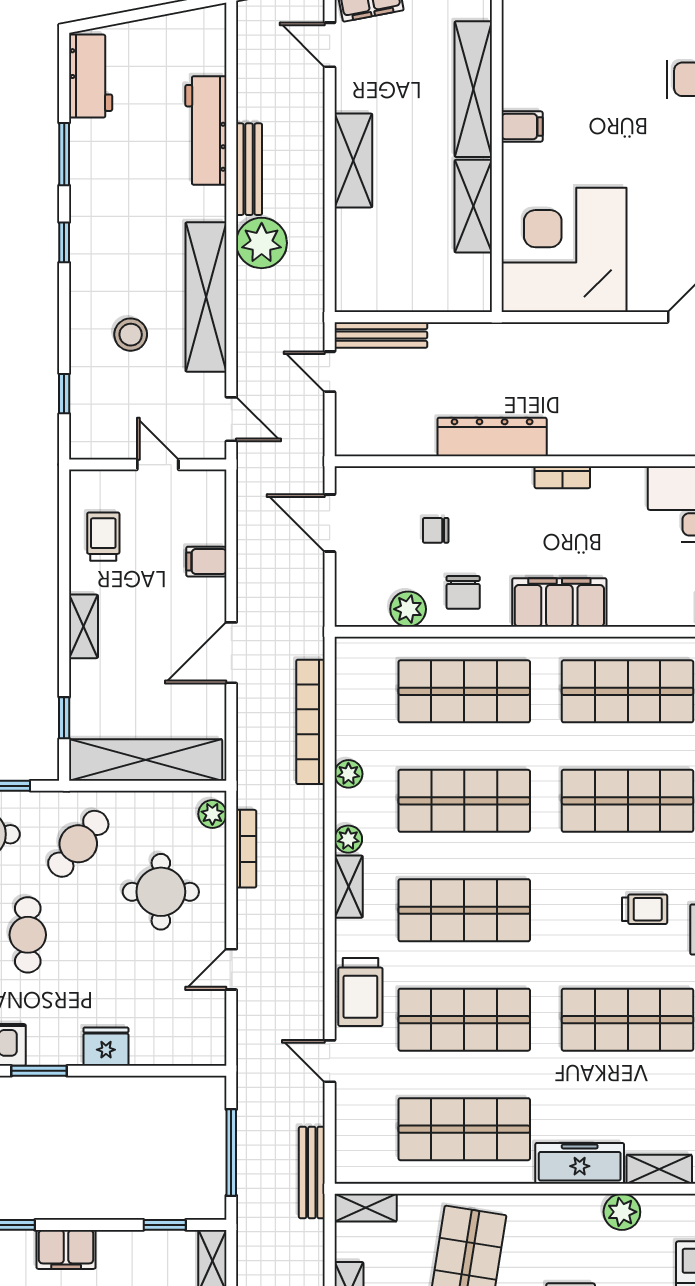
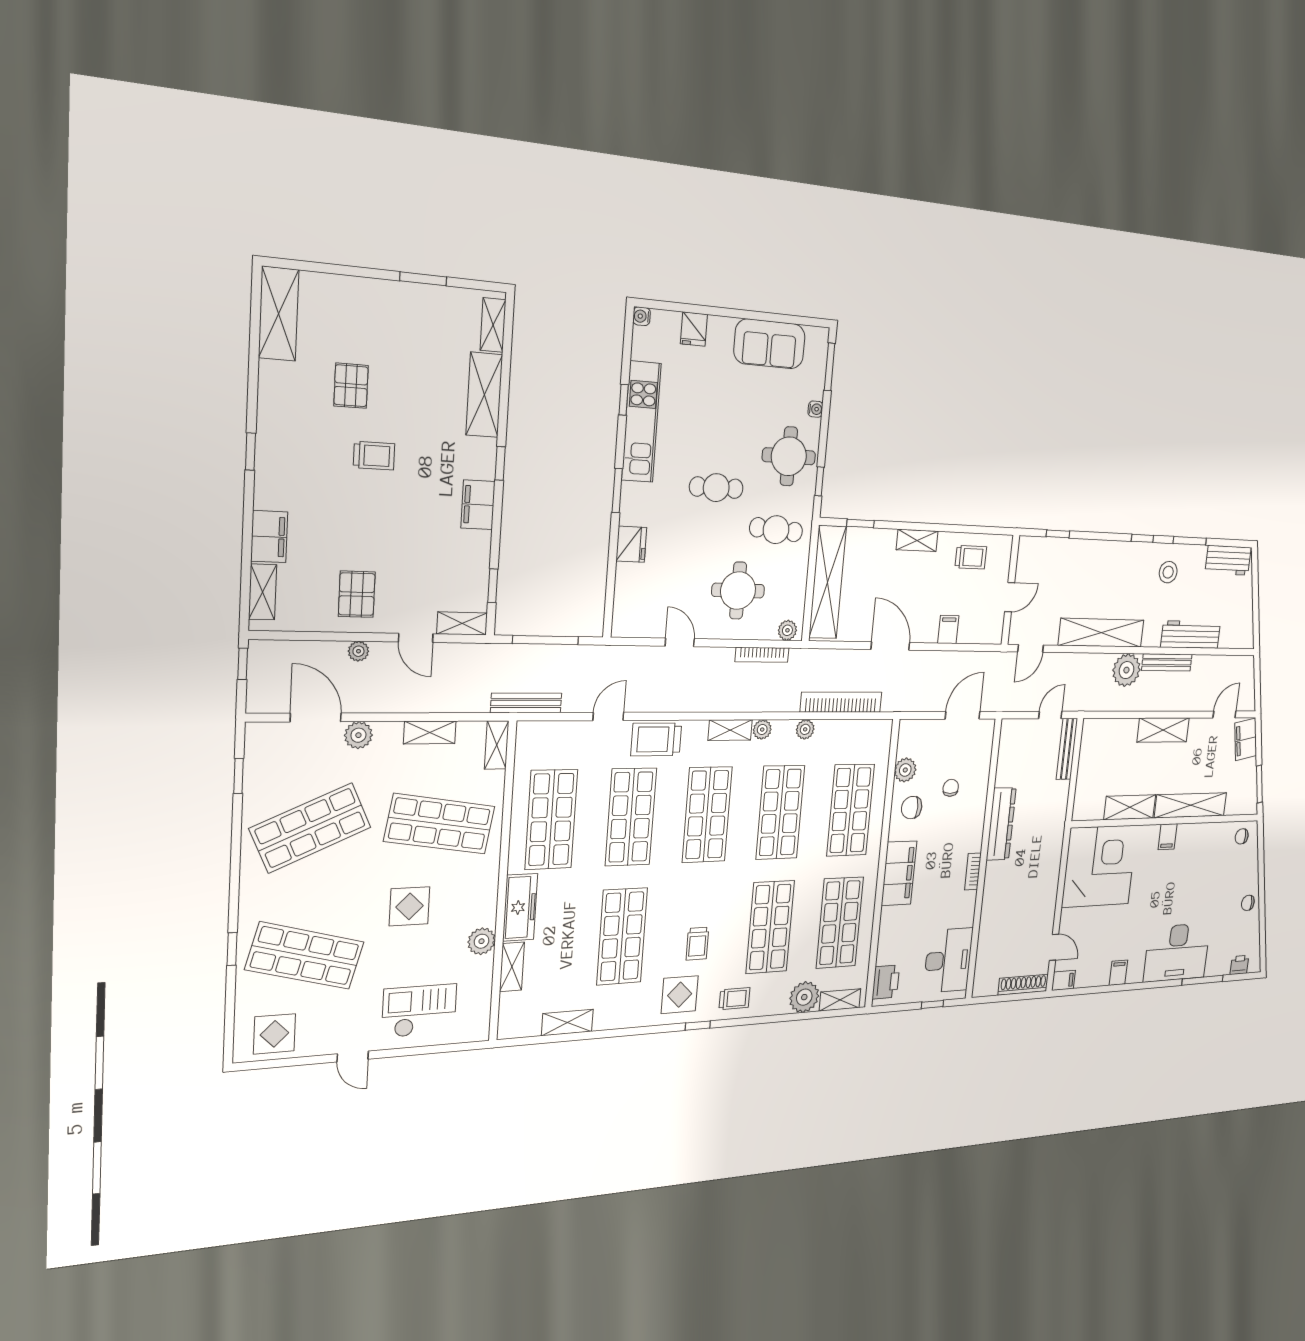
stool: (131, 335) -> (1168, 572), moved
cafe table: (78, 844) -> (776, 530), turned -36

